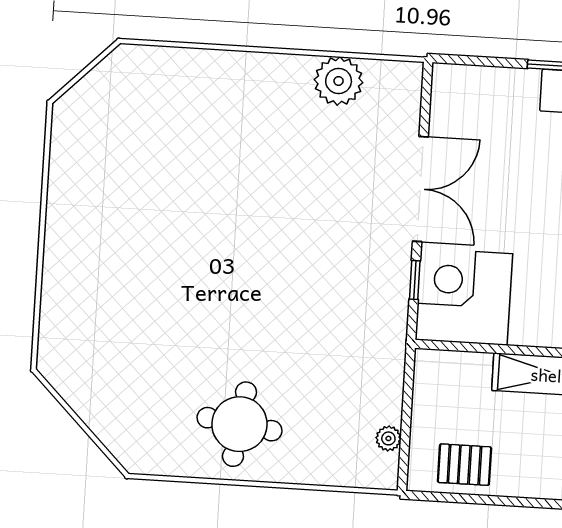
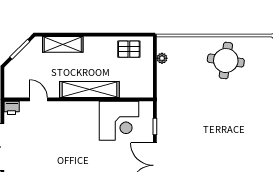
corner desk: (464, 297) -> (119, 121), moved

